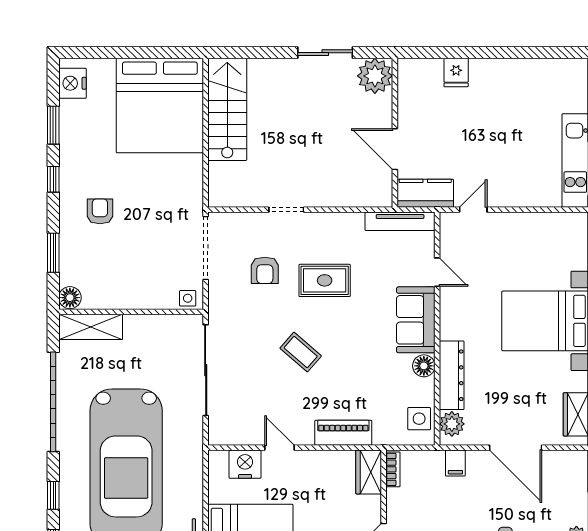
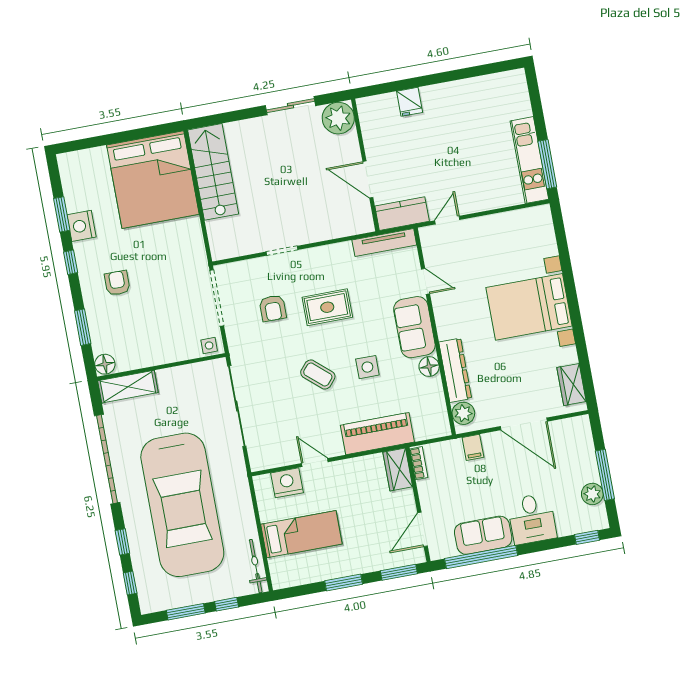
nightstand: (72, 83) -> (81, 226), moved
side table: (419, 419) -> (367, 367), moved
piano: (343, 433) -> (377, 434), width x1.37, depth x1.33

